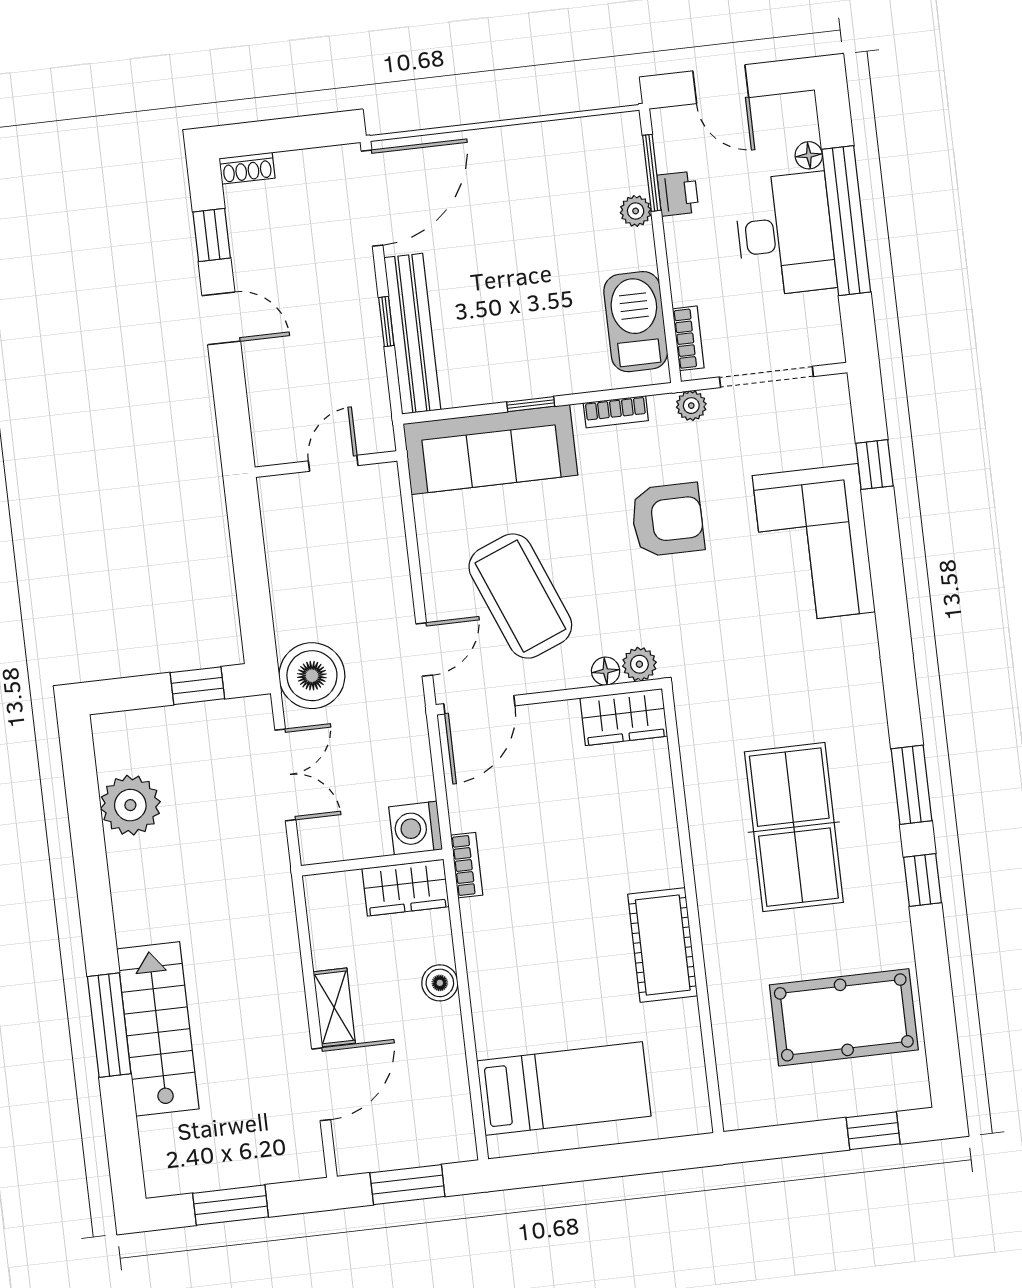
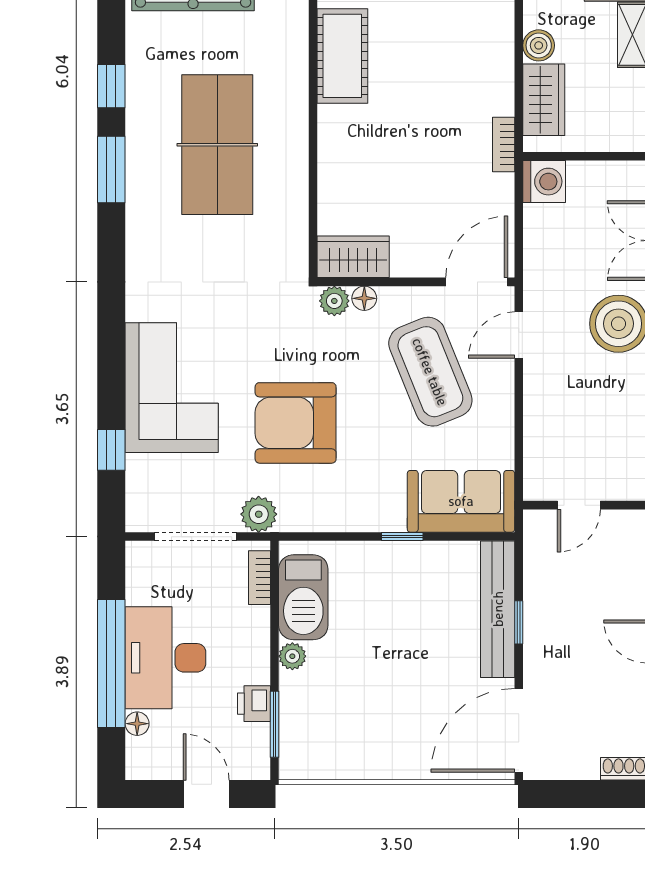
plant: (636, 211) -> (292, 656), moved
plant: (691, 406) -> (259, 514), width x1.38, depth x1.38
bookcase: (616, 412) -> (330, 521), removed
sofa: (490, 449) -> (461, 501), width x0.73
armchair: (668, 520) -> (296, 423), width x1.36, depth x1.36
wardrobe: (405, 888) -> (544, 100), moved, turned 90

